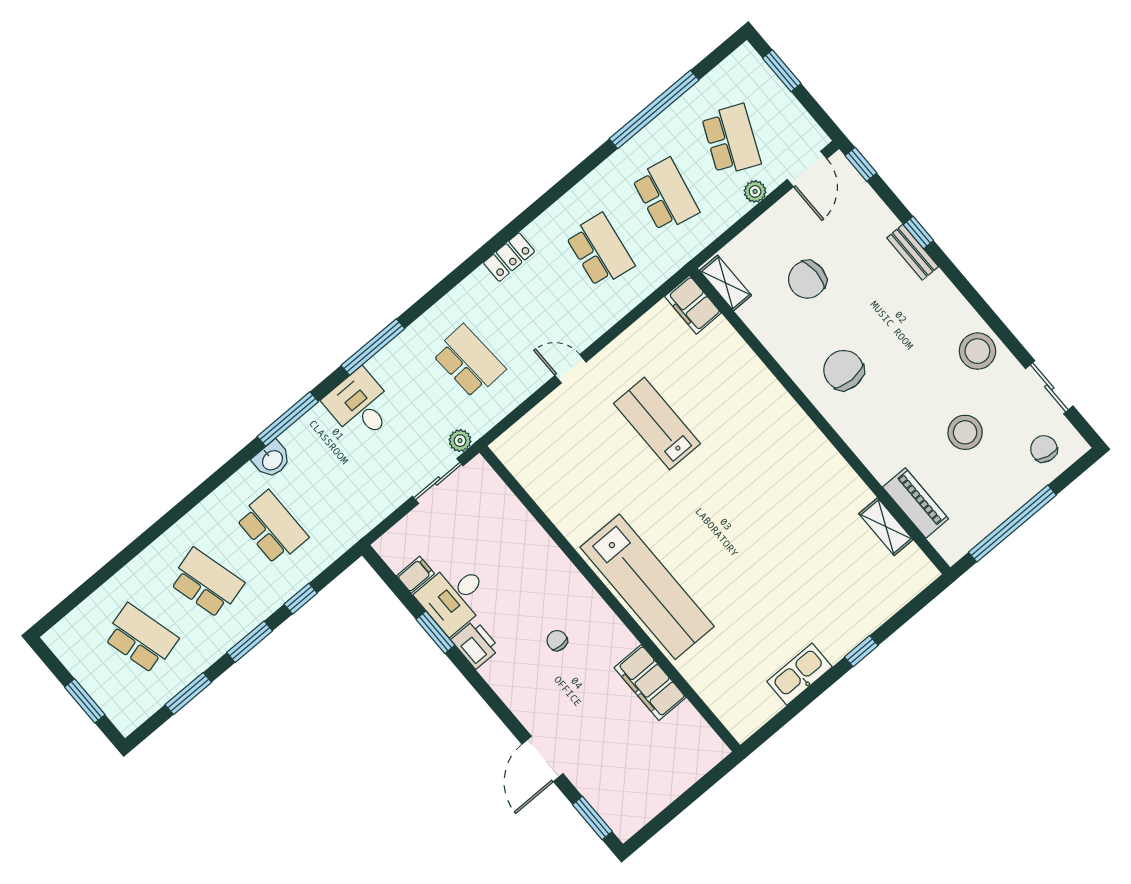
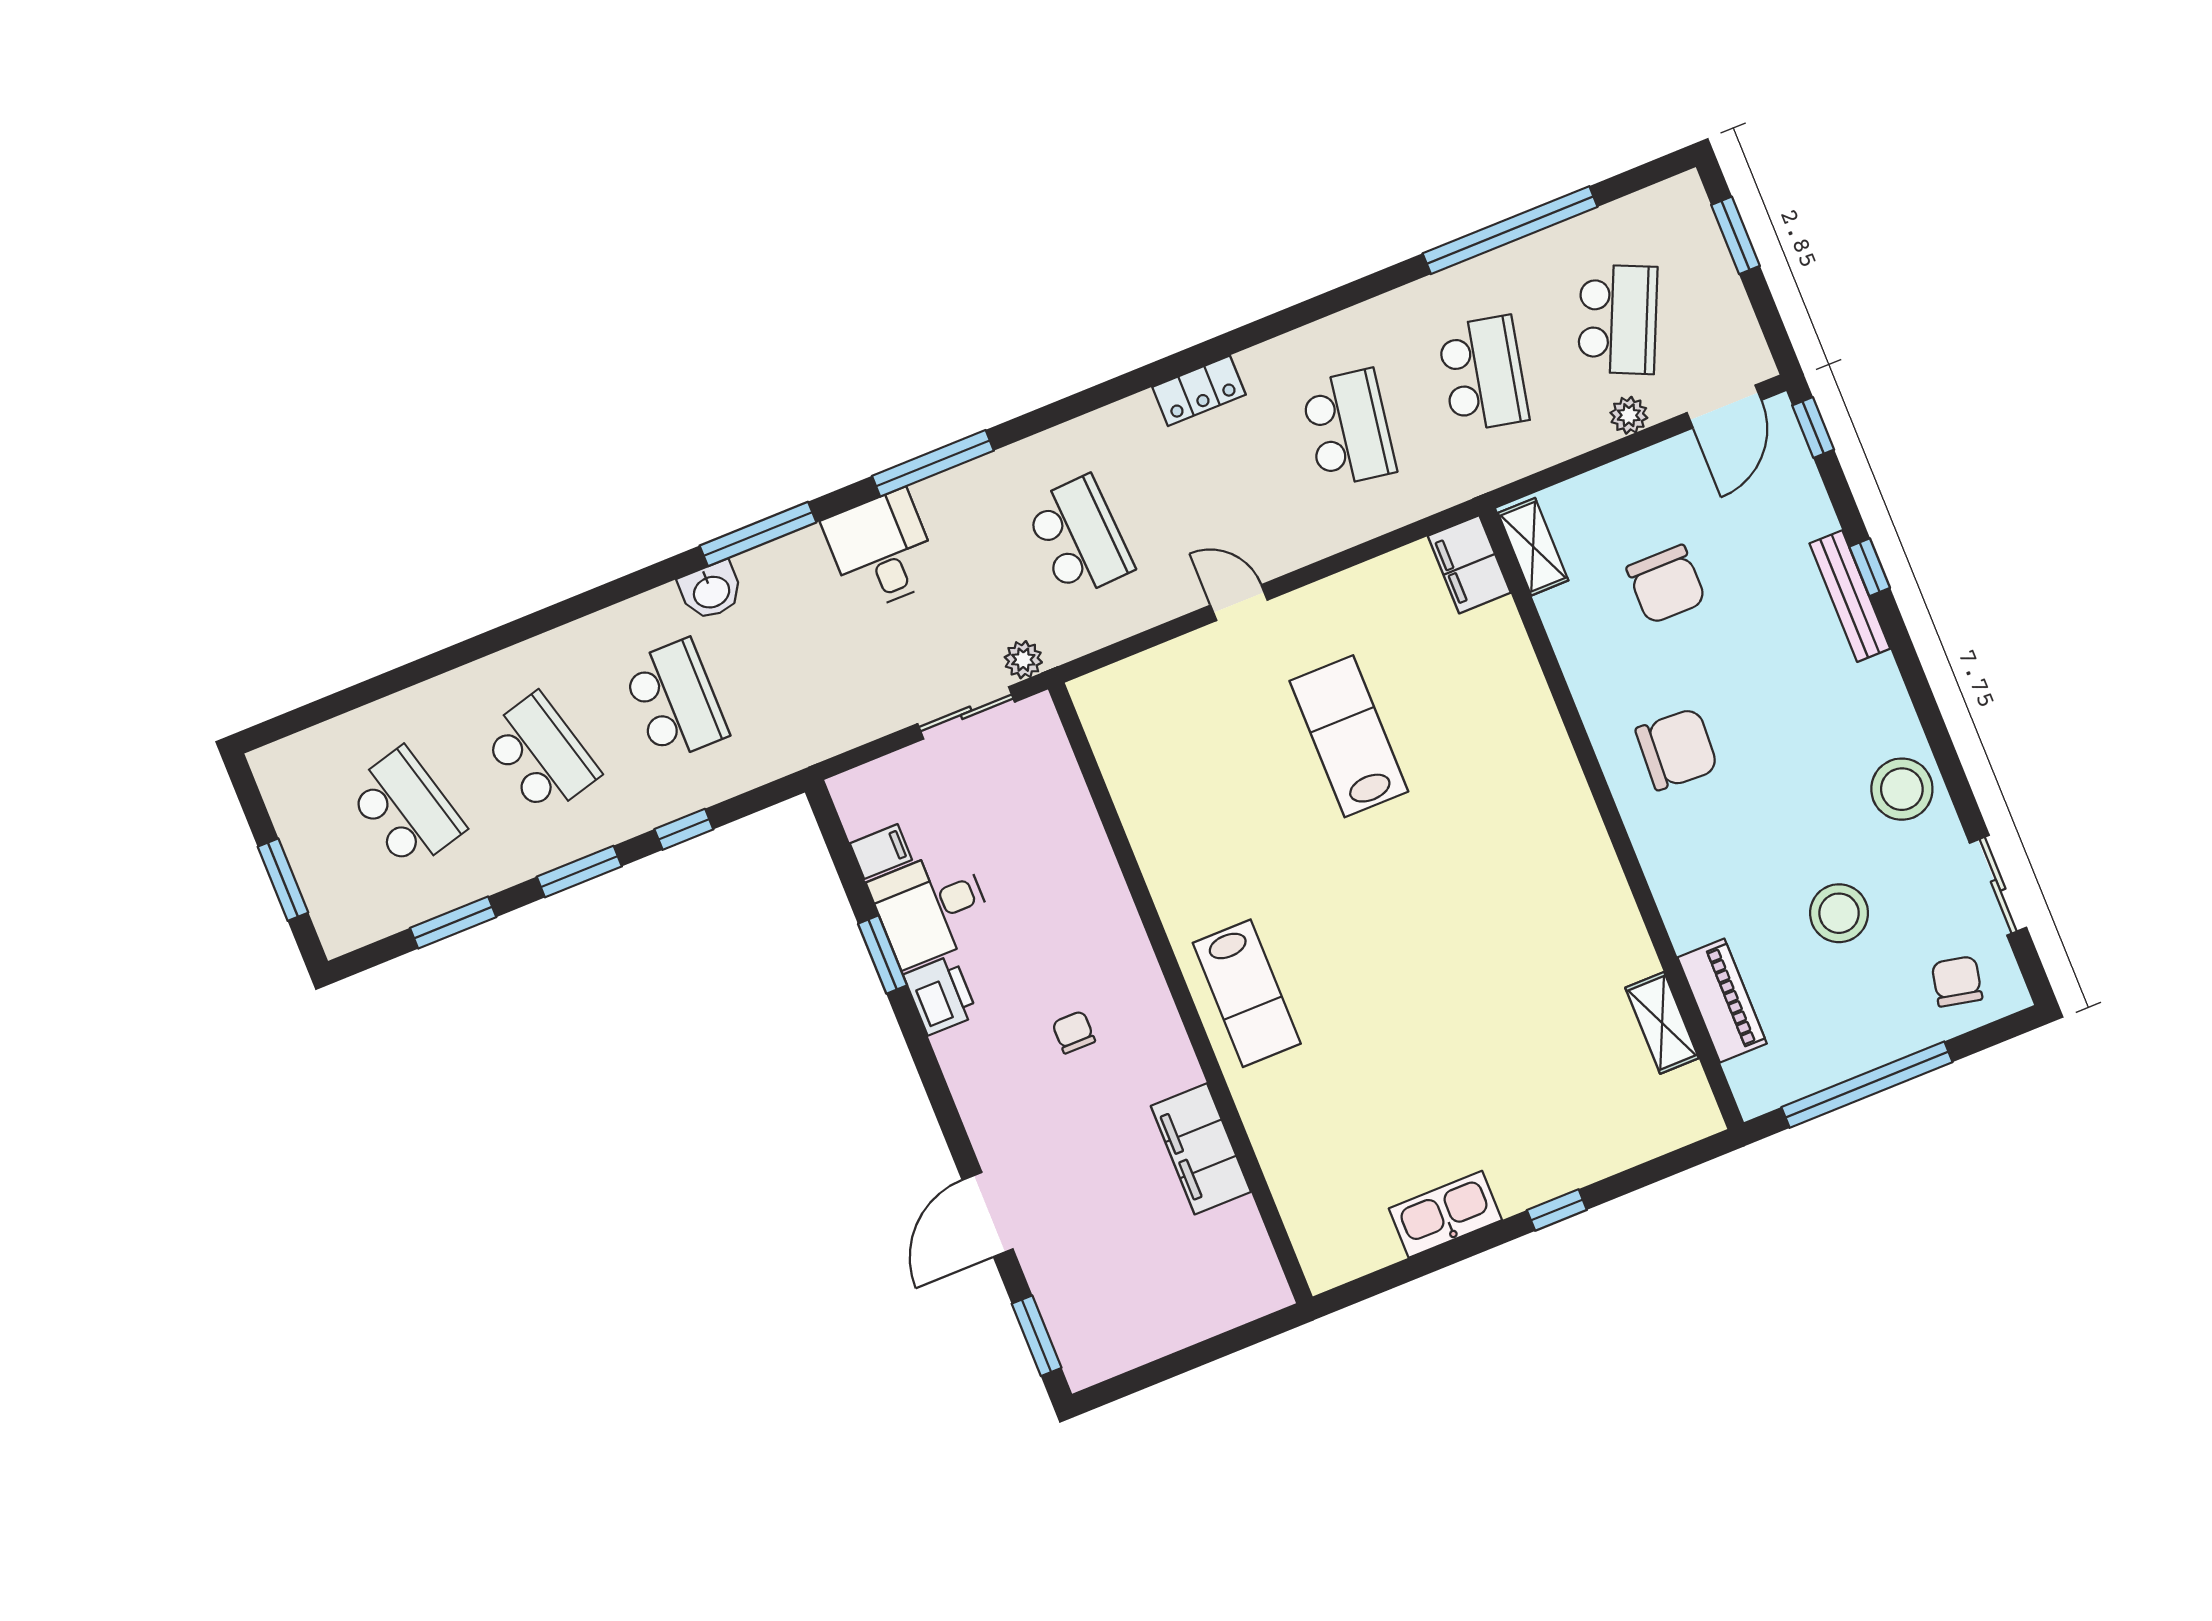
bench: (913, 252) -> (1850, 596), width x1.36
chair: (807, 280) -> (1666, 584), turned -90
chair: (844, 370) -> (1677, 749), turned 93
lab bench: (647, 587) -> (1247, 993), width x0.54, depth x0.72

